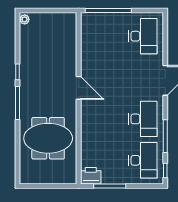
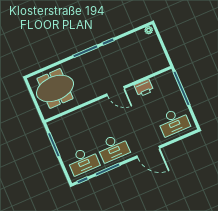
door: (79, 88) -> (116, 91), hinge flipped
meeting table: (48, 138) -> (55, 88), moved, turned 90
printer: (91, 176) -> (144, 88), moved, turned 90

